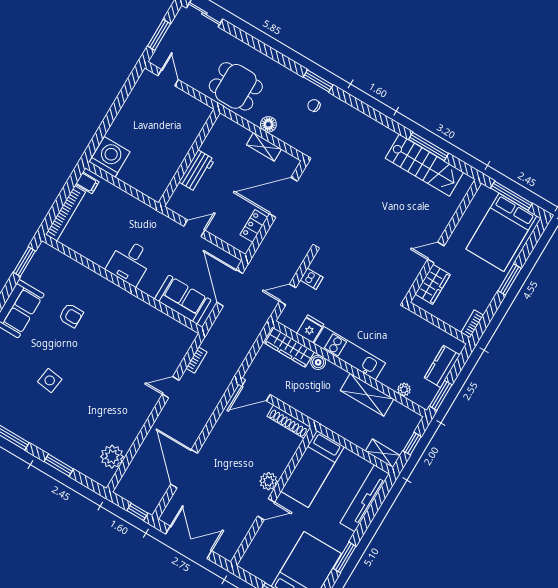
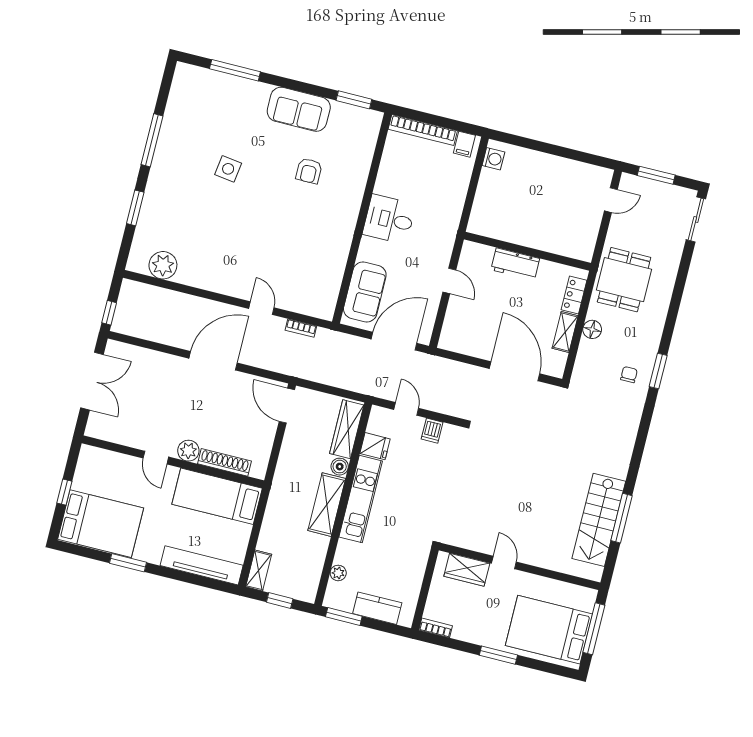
washing machine: (110, 157) -> (493, 159), width x0.53, depth x0.53
locker: (254, 226) -> (574, 295), moved, turned -90
shelving: (367, 395) -> (327, 505), moved
shoe rack: (289, 422) -> (224, 462), moved, turned 90
door: (184, 469) -> (213, 361), moved

